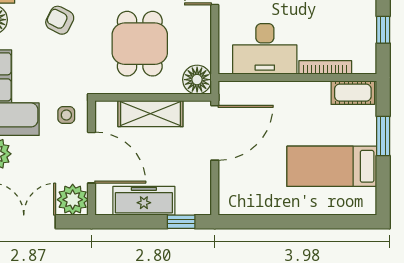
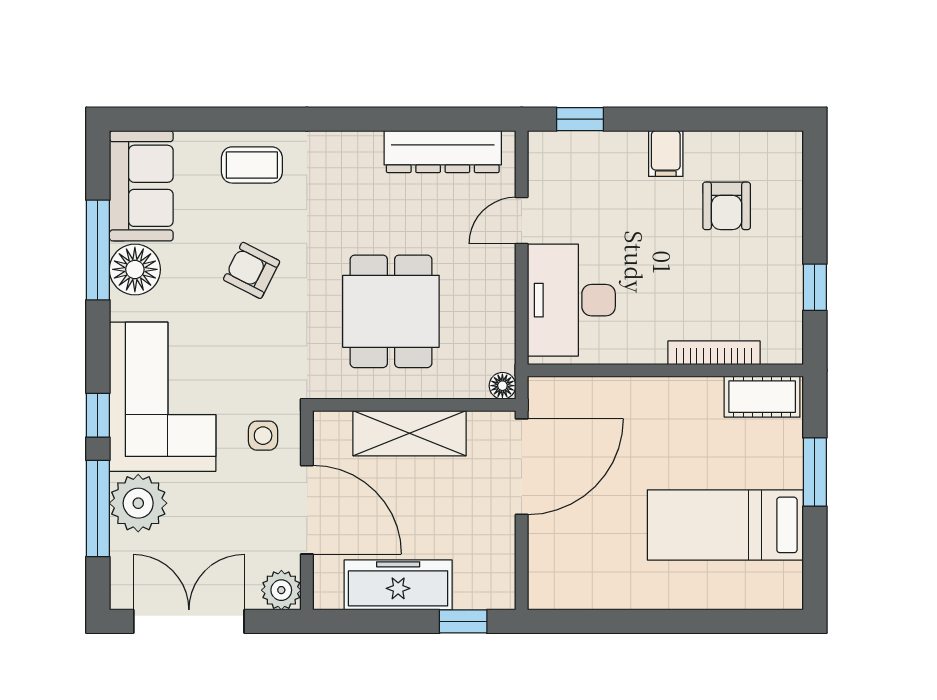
desk: (265, 49) -> (571, 300), moved, turned 90
floor lamp: (197, 80) -> (502, 386), width x0.53, depth x0.53
plant: (73, 200) -> (281, 590), width x0.73, depth x0.73

